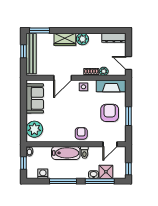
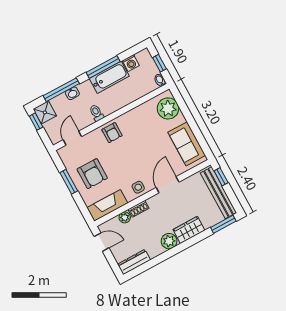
window: (24, 51) -> (221, 177), moved
bathtub: (66, 153) -> (109, 77), moved, turned 180
shower: (106, 172) -> (45, 112), moved

